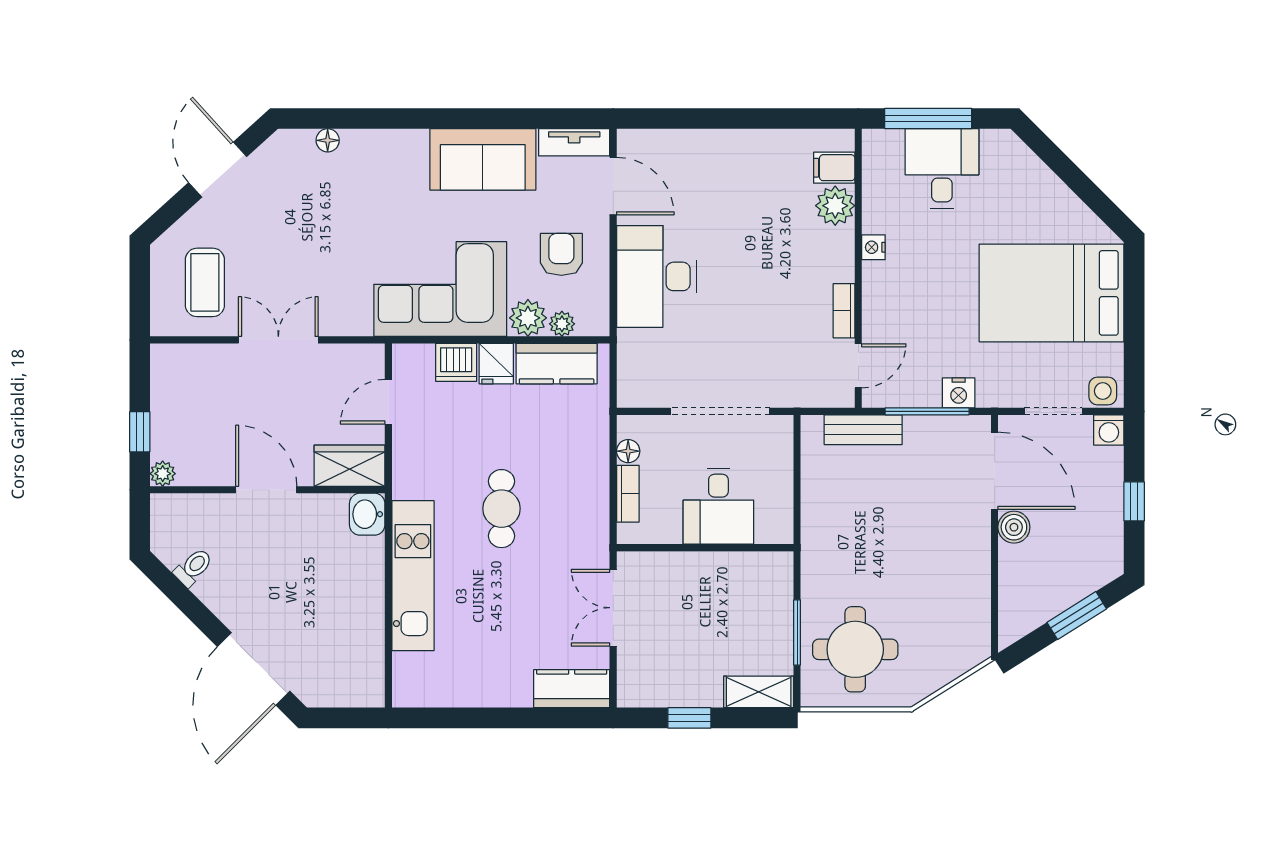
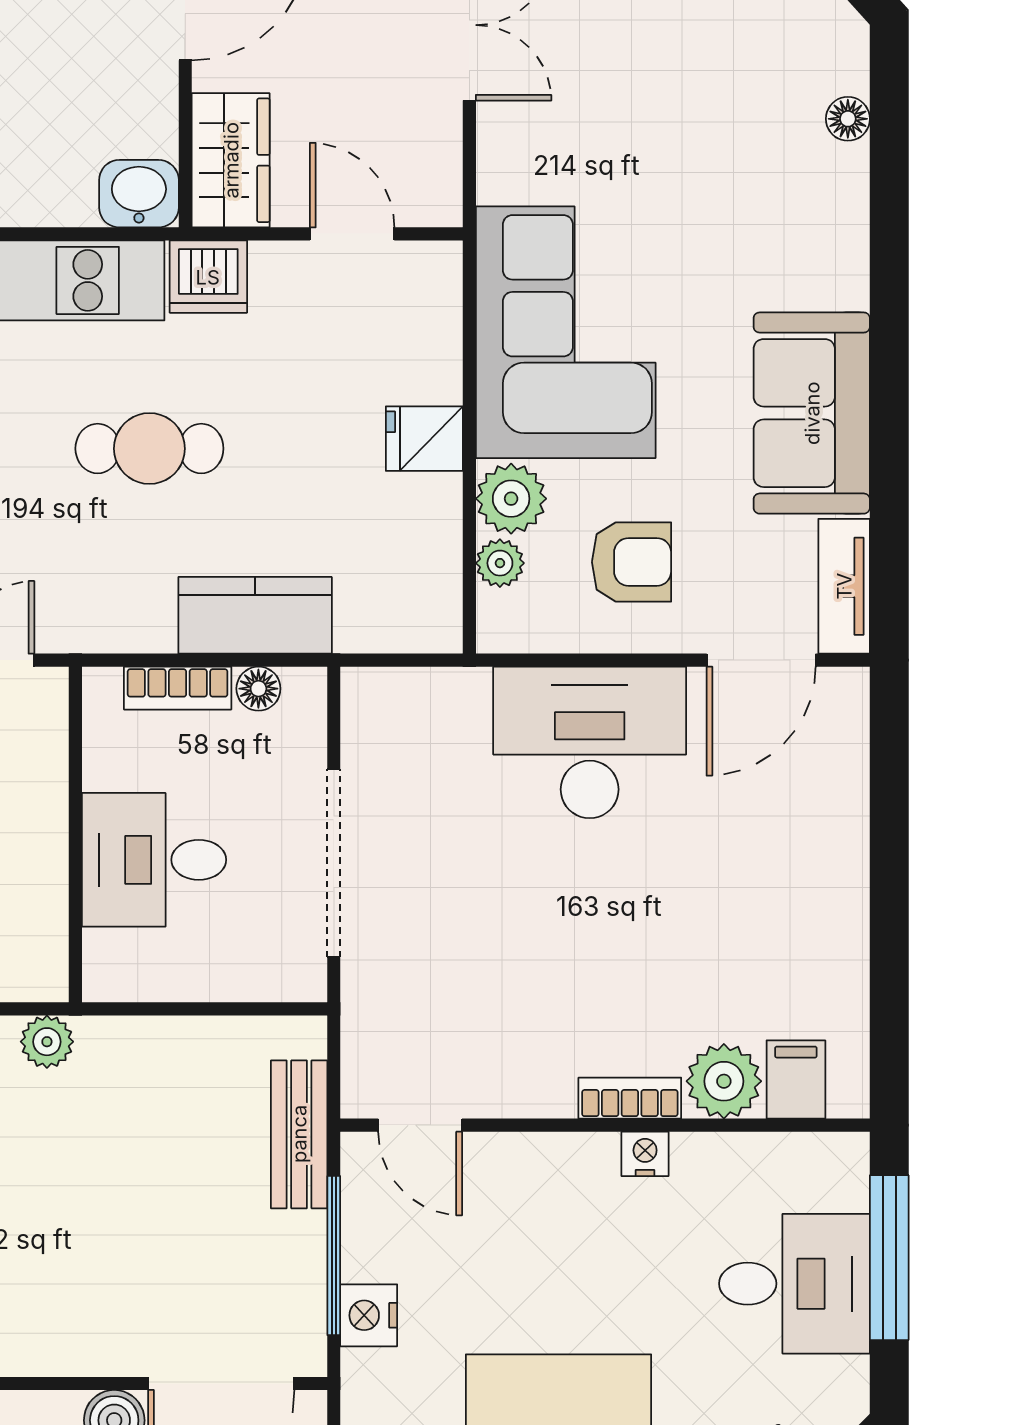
bookcase: (844, 311) -> (630, 1098), moved
dishwasher: (456, 362) -> (208, 277), moved, turned -90
kitchen counter: (557, 364) -> (255, 615), moved, turned 90
plant: (814, 563) -> (47, 1042), added

